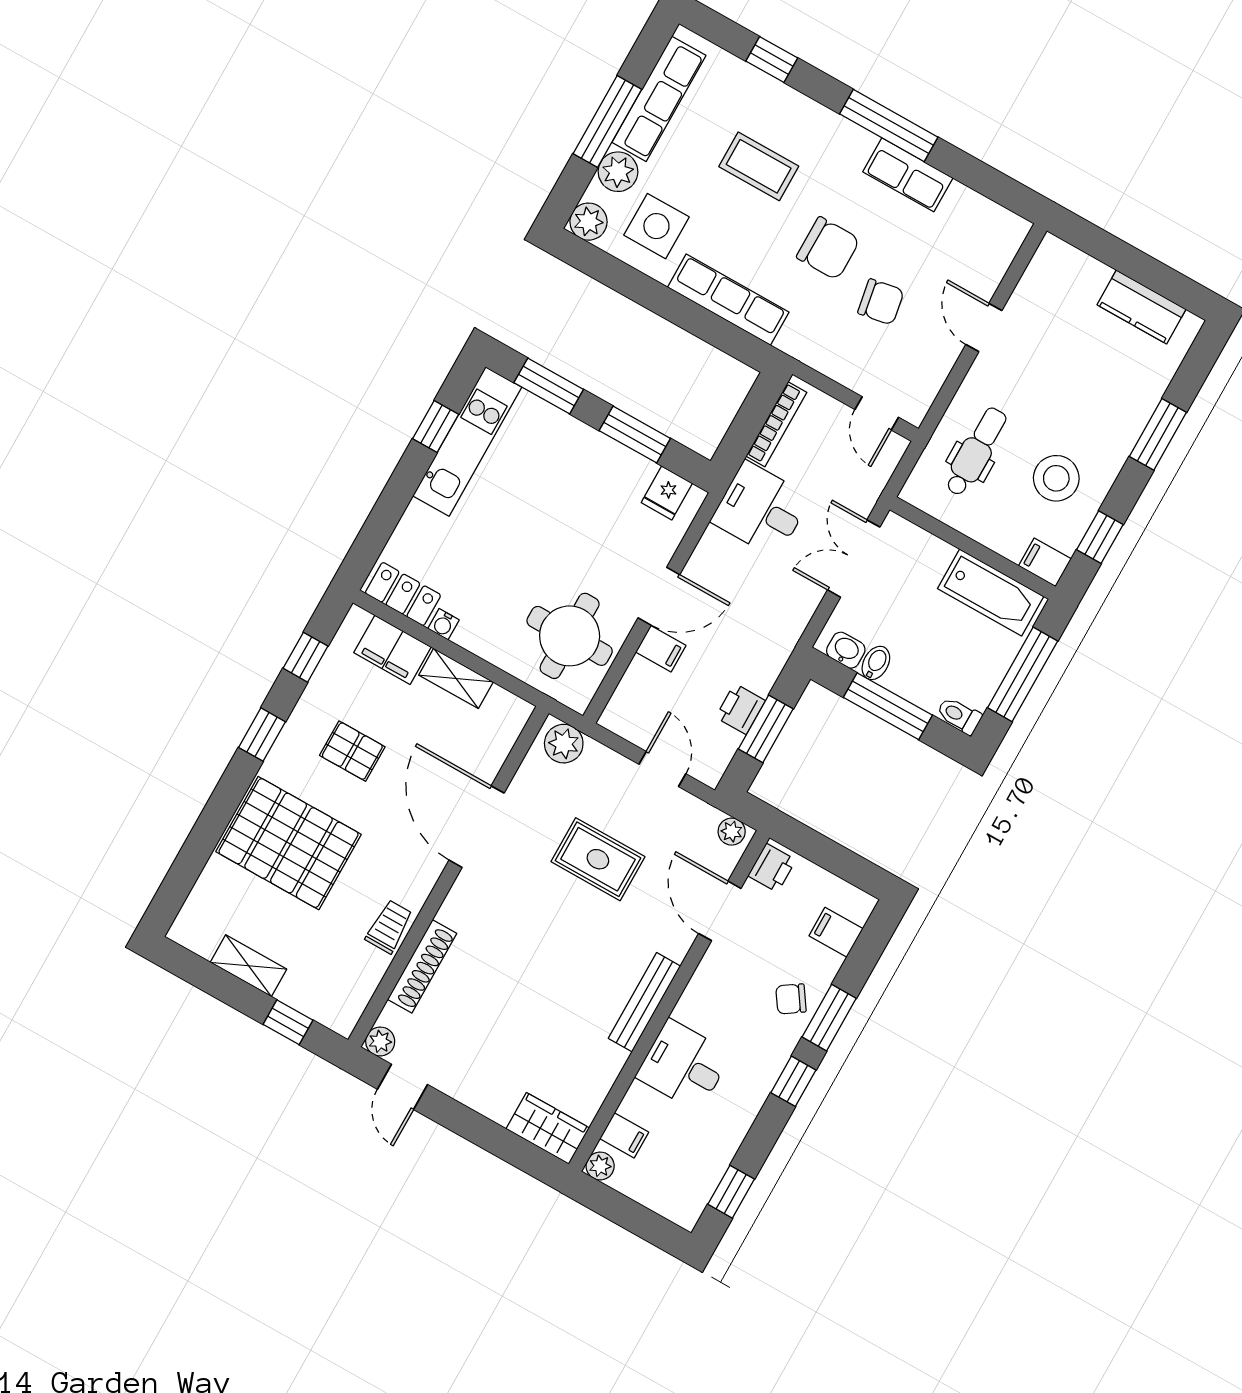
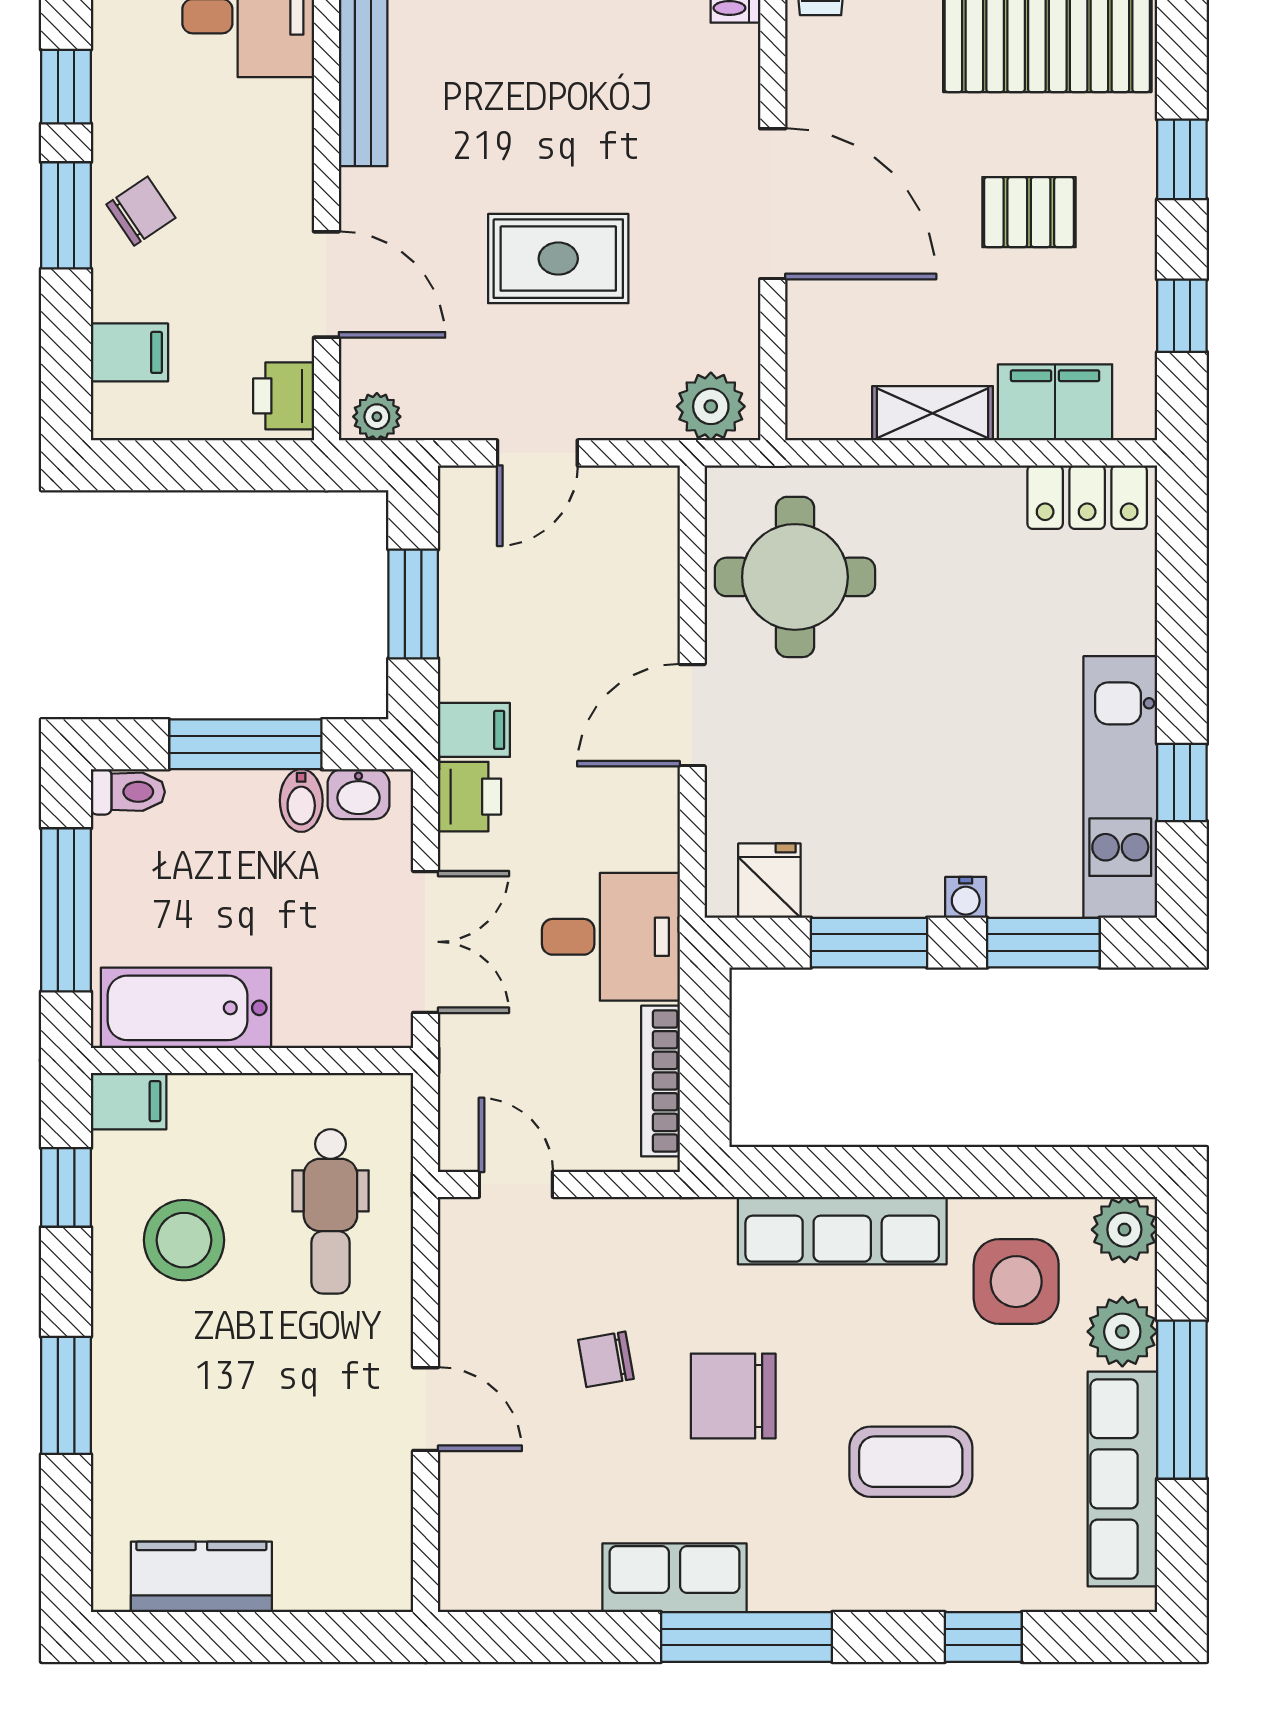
chair: (881, 302) -> (606, 1359), width x0.73, depth x0.73
water cooler: (443, 624) -> (966, 897), moved, turned 180
filing cabinet: (661, 649) -> (474, 730), moved, turned 180
printer: (740, 709) -> (470, 797), moved
door: (662, 769) -> (537, 453), hinge flipped

